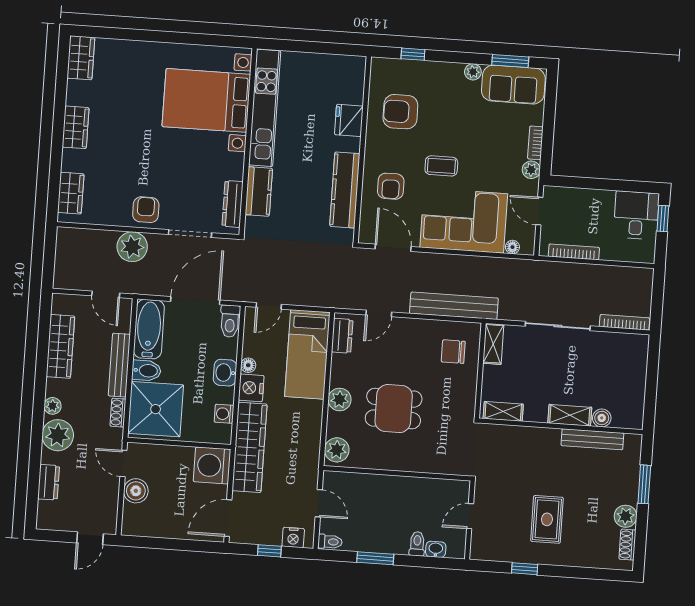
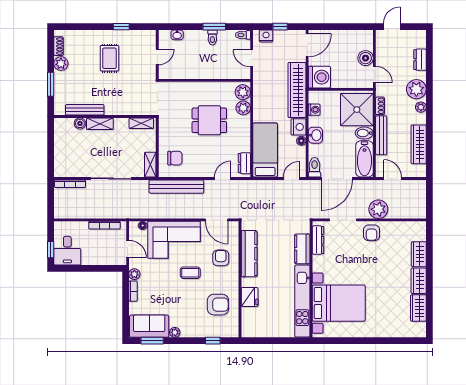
wardrobe: (81, 58) -> (418, 308), moved
wardrobe: (71, 193) -> (419, 254), moved
plant: (340, 399) -> (243, 108), moved
toilet: (417, 544) -> (212, 37), moved

